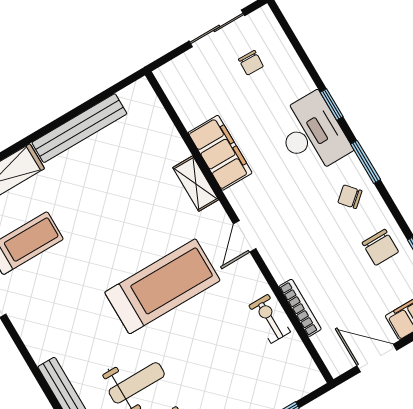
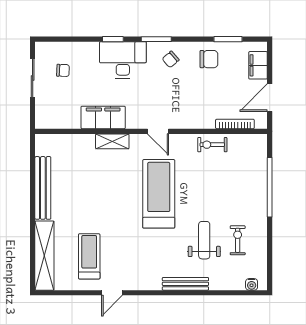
bookcase: (300, 308) -> (235, 124), moved

